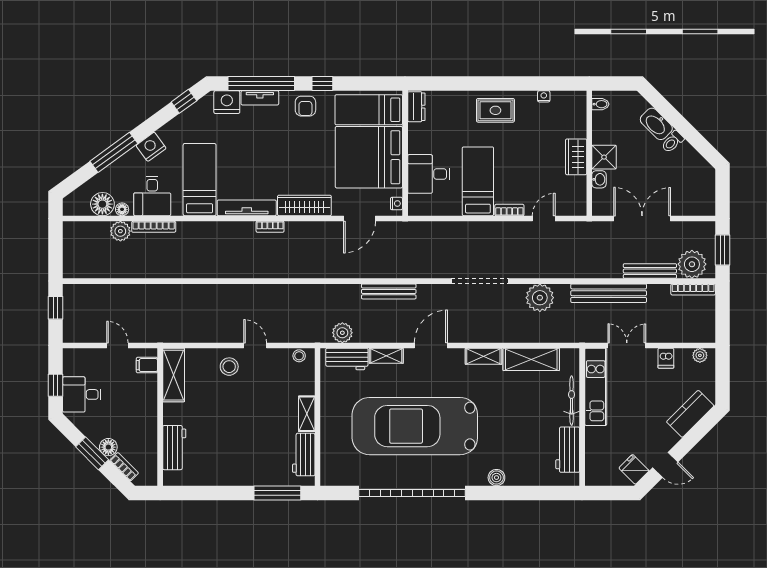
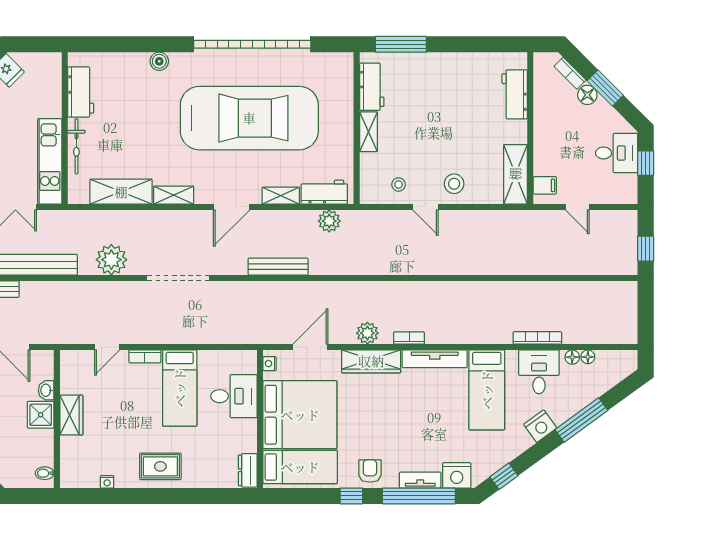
floor lamp: (102, 204) -> (588, 357), width x0.53, depth x0.53
plant: (120, 231) -> (367, 333), moved
stool: (299, 356) -> (399, 184), moved

